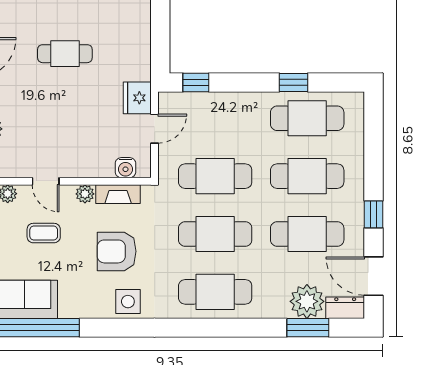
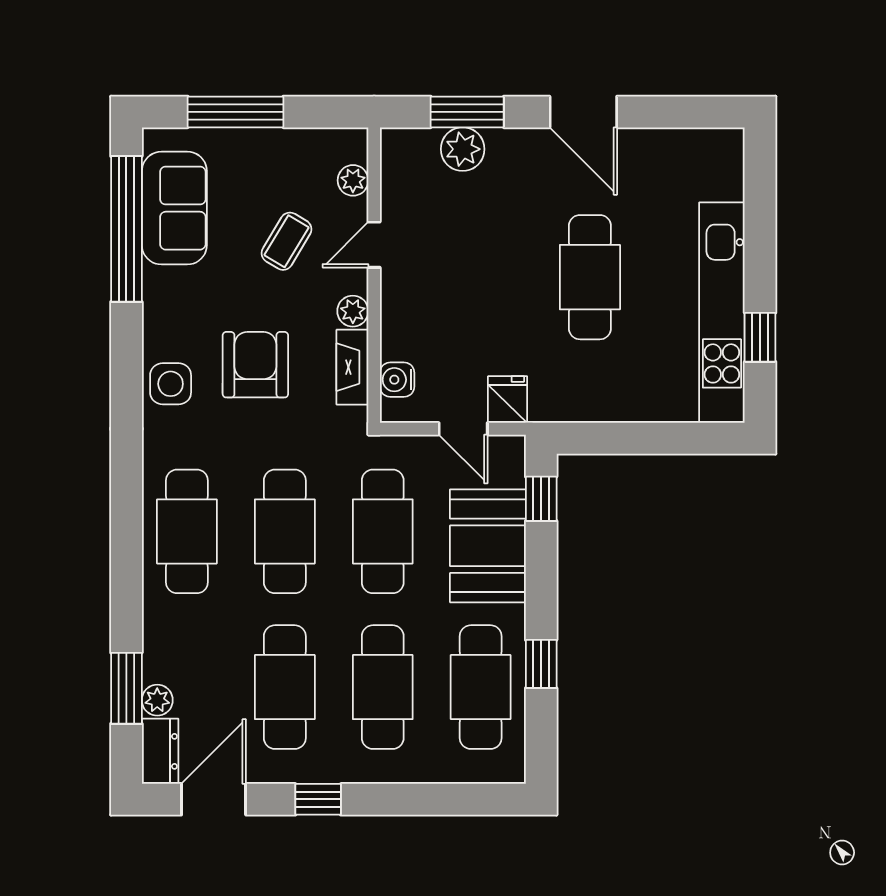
cafe table: (65, 54) -> (590, 277), width x1.37, depth x1.35
fridge: (137, 98) -> (508, 400), width x0.72
booth: (224, 114) -> (488, 546), added
coffee table: (44, 233) -> (286, 241), turned 31
plant: (307, 301) -> (157, 700), width x0.53, depth x0.53

